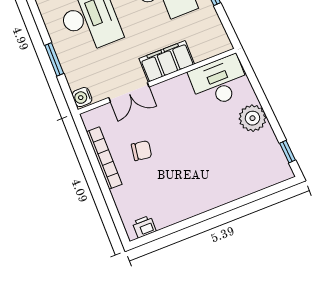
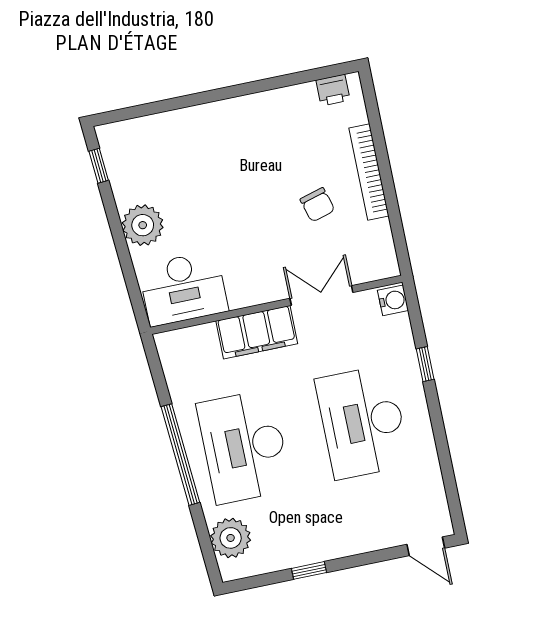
window: (54, 59) -> (425, 364), width x0.67
chair: (142, 151) -> (317, 205), turned -115
bookcase: (104, 158) -> (369, 172), moved

